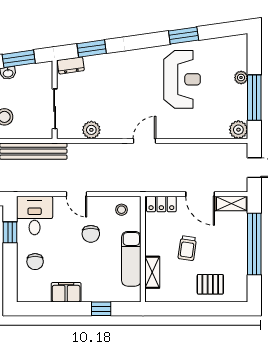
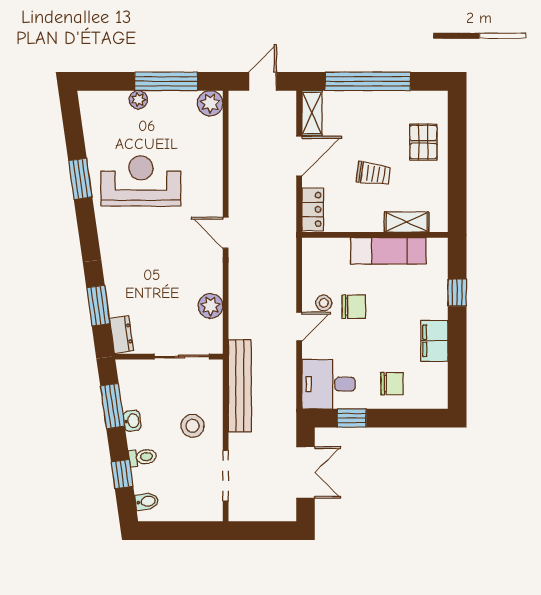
stool: (121, 210) -> (324, 303), moved

